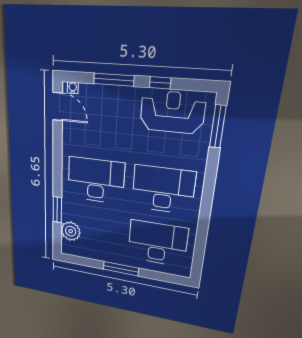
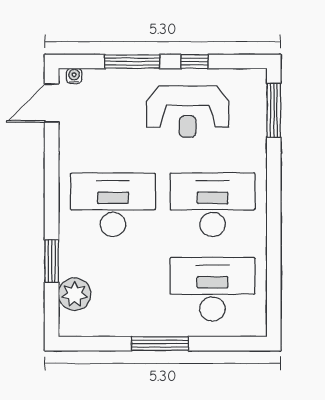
door: (58, 107) -> (52, 103), swing flipped
reception desk: (172, 112) -> (188, 112), moved, turned 180

